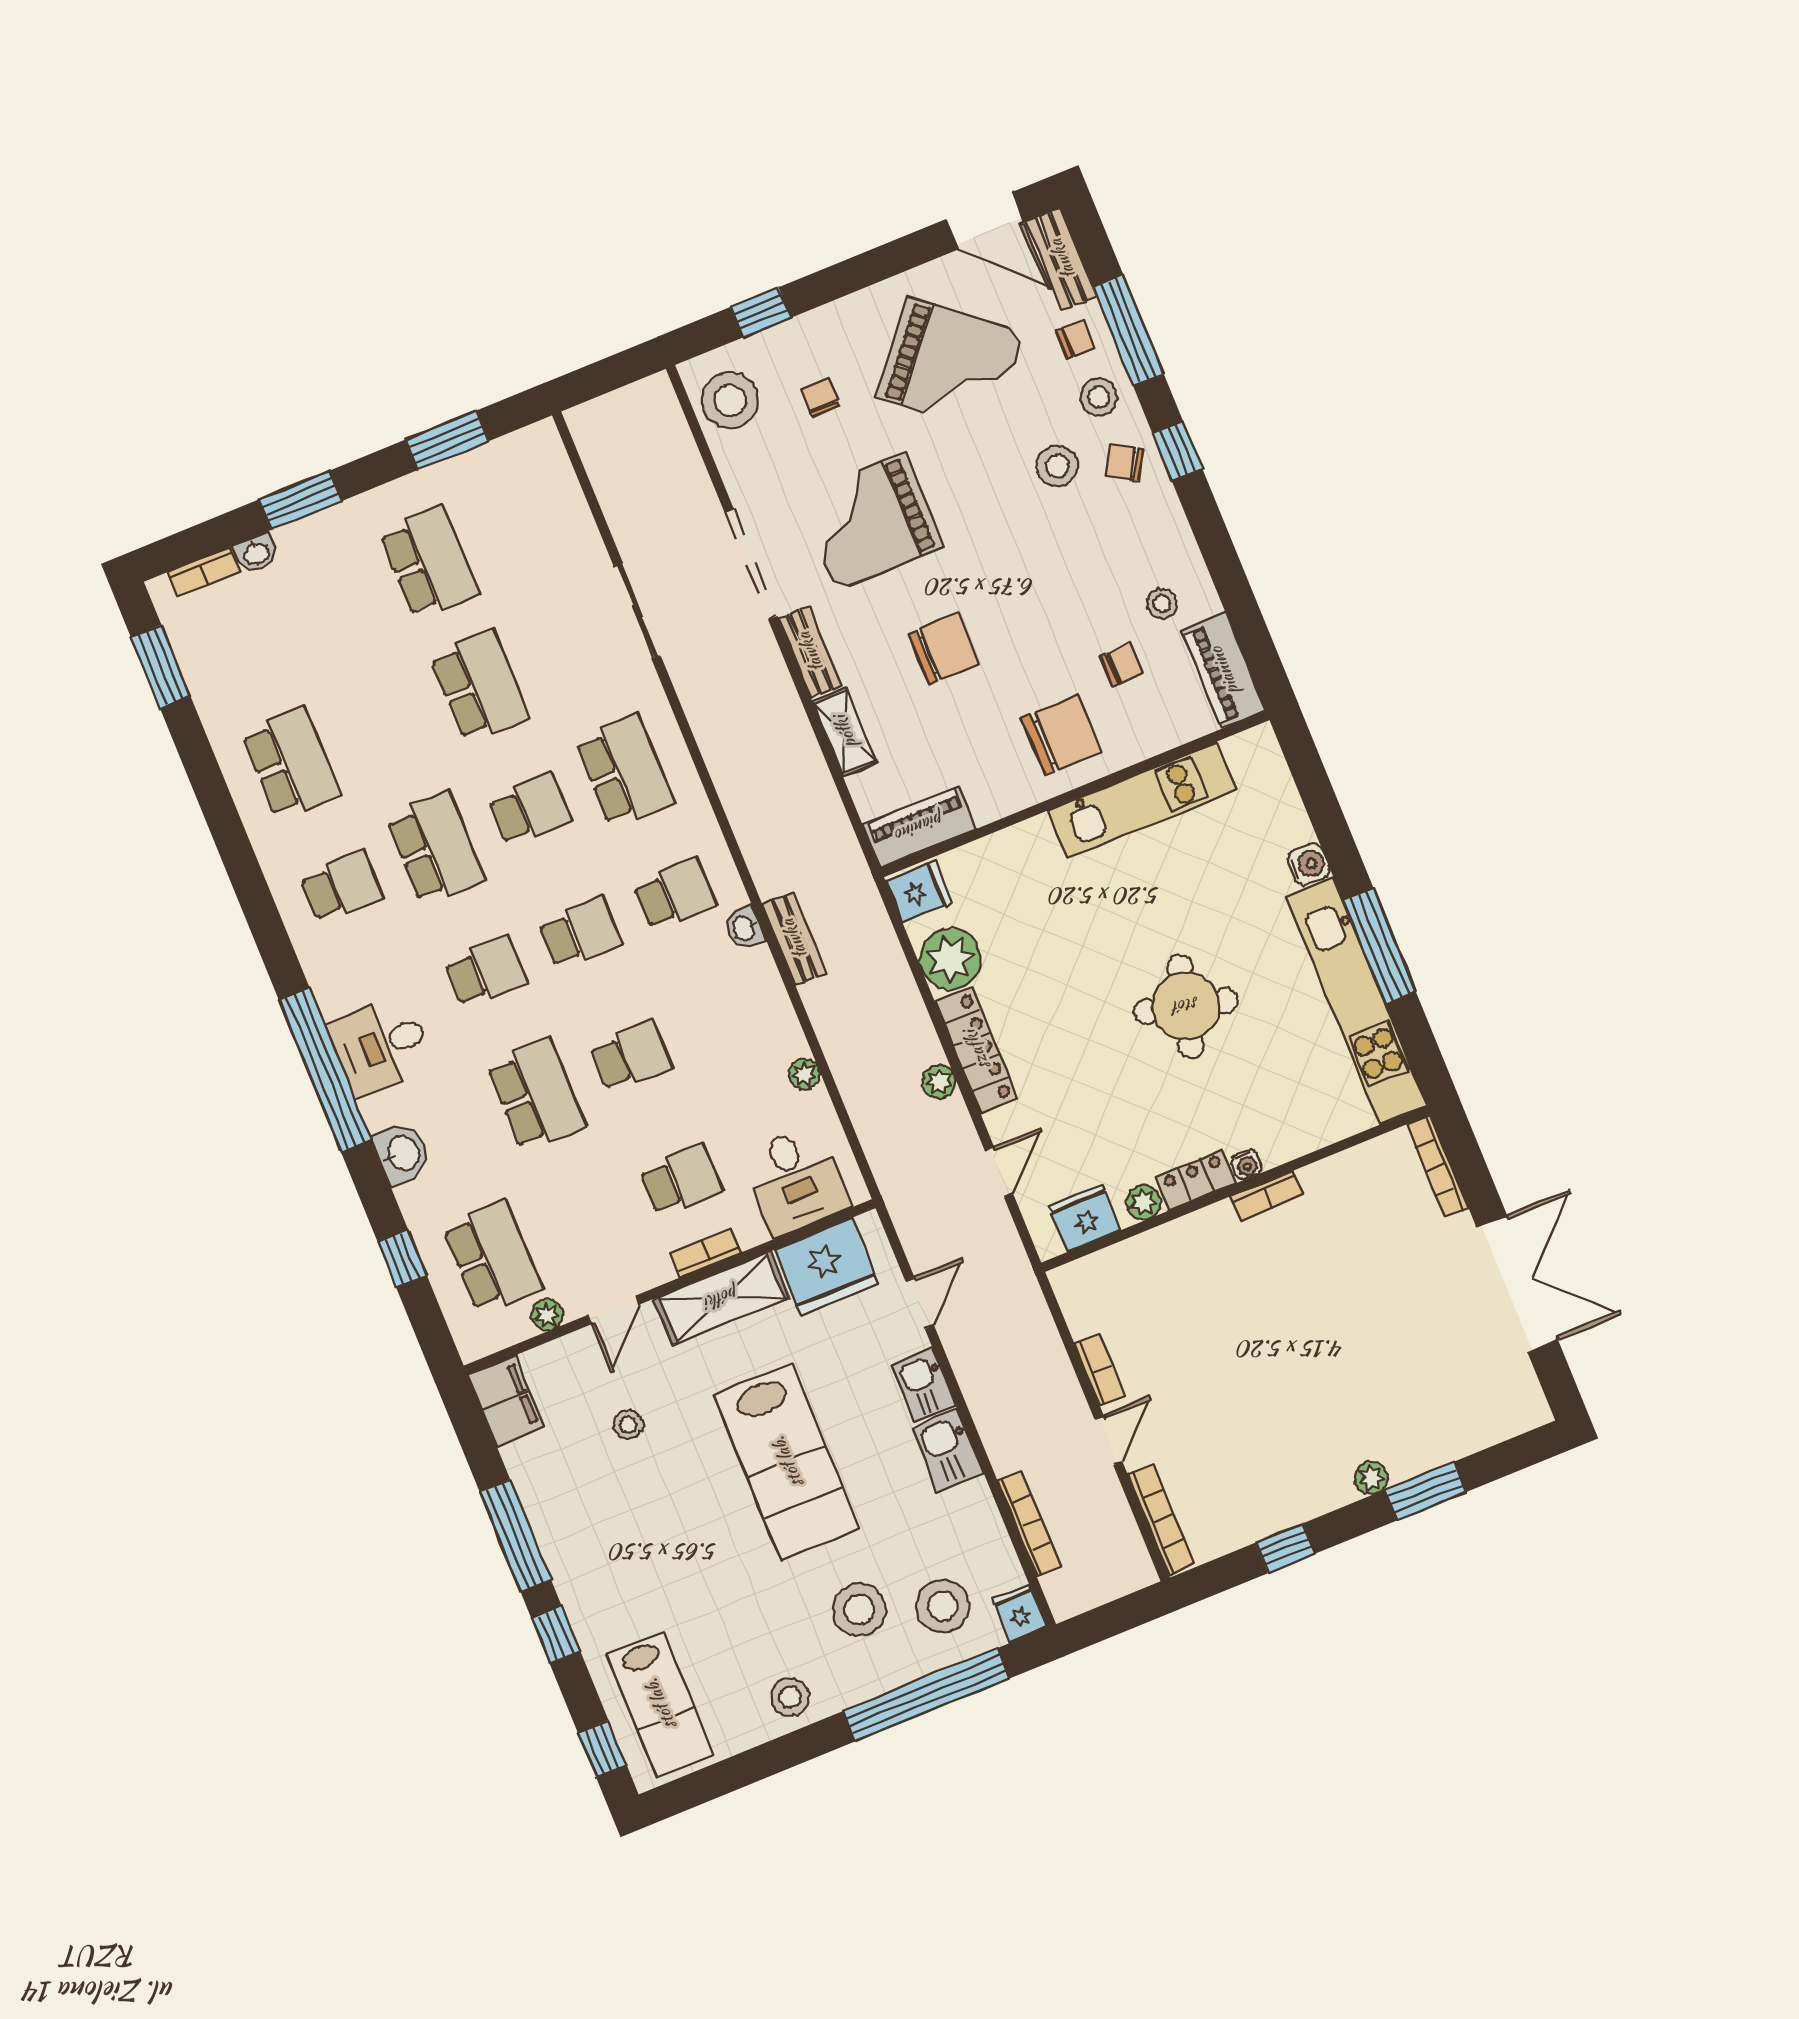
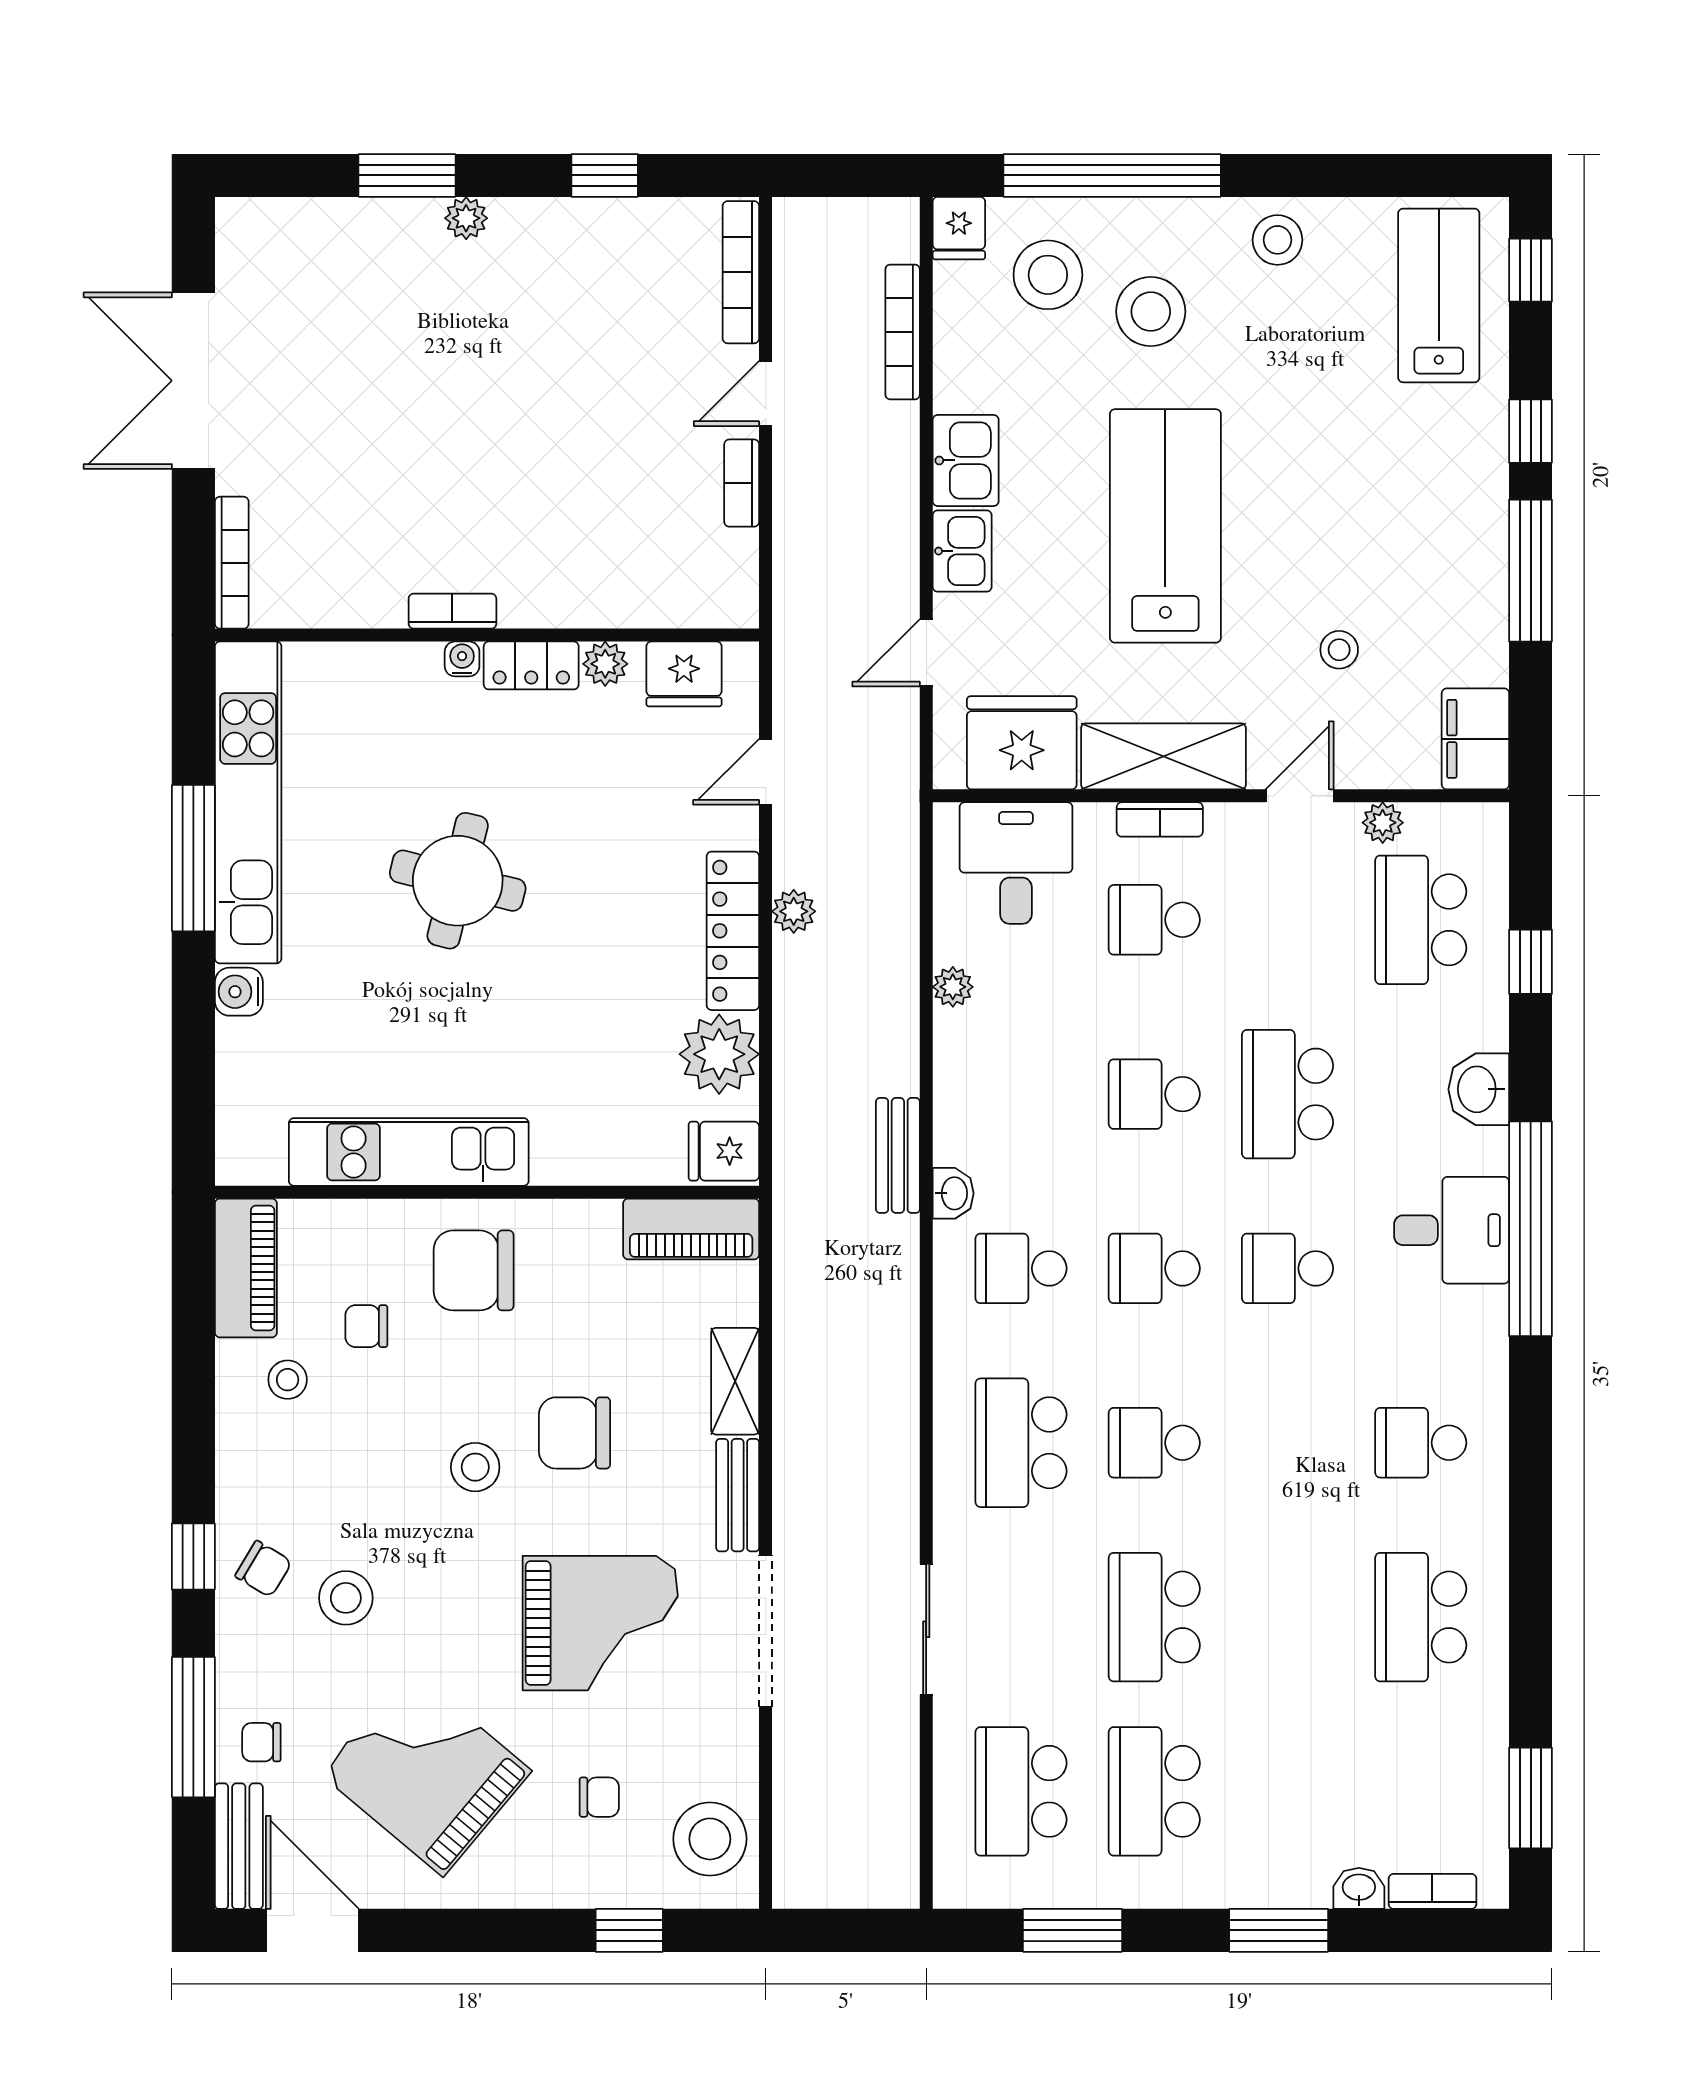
stool: (1099, 397) -> (475, 1467), moved
chair: (820, 398) -> (599, 1797), turned -90
school desk: (435, 848) -> (1021, 1791), moved

